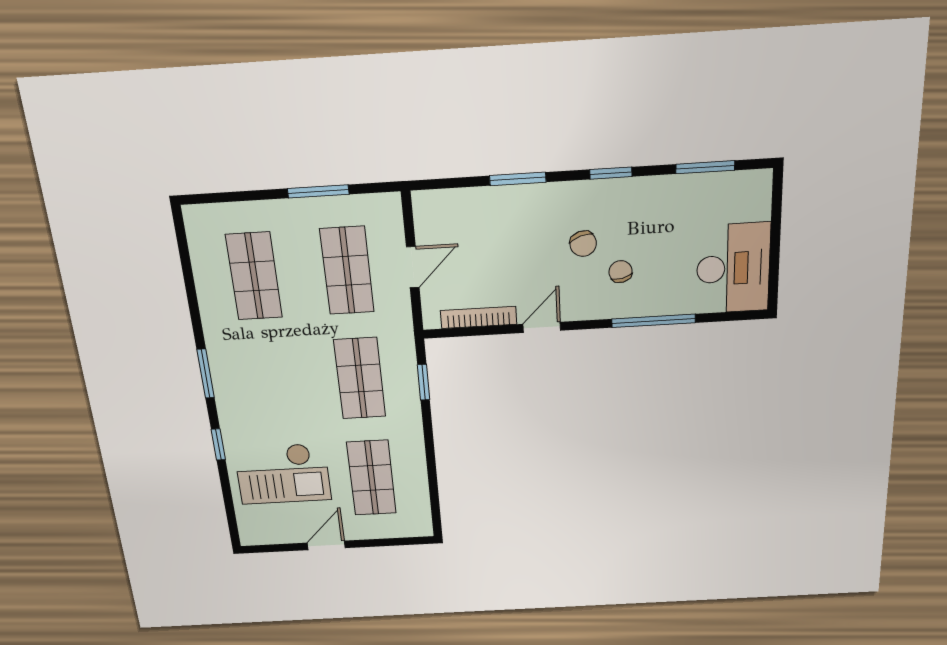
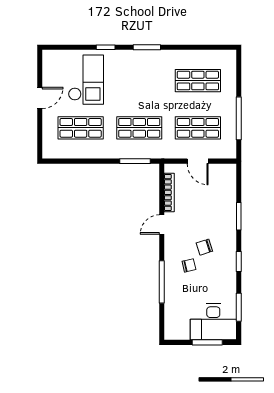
window: (318, 191) -> (239, 118), width x1.44
window: (776, 227) -> (207, 342), added
desk: (733, 268) -> (213, 322), moved
door: (542, 327) -> (162, 225), swing flipped
window: (424, 382) -> (135, 161), width x1.50
checkout: (283, 474) -> (86, 80), turned 180
door: (326, 545) -> (40, 98), hinge flipped

